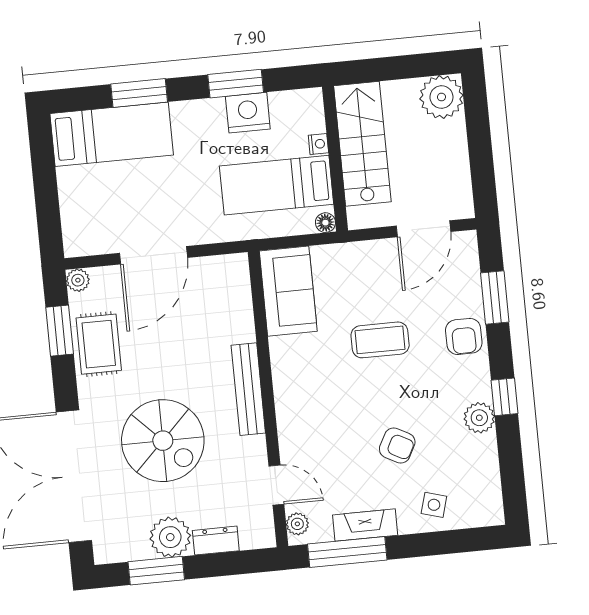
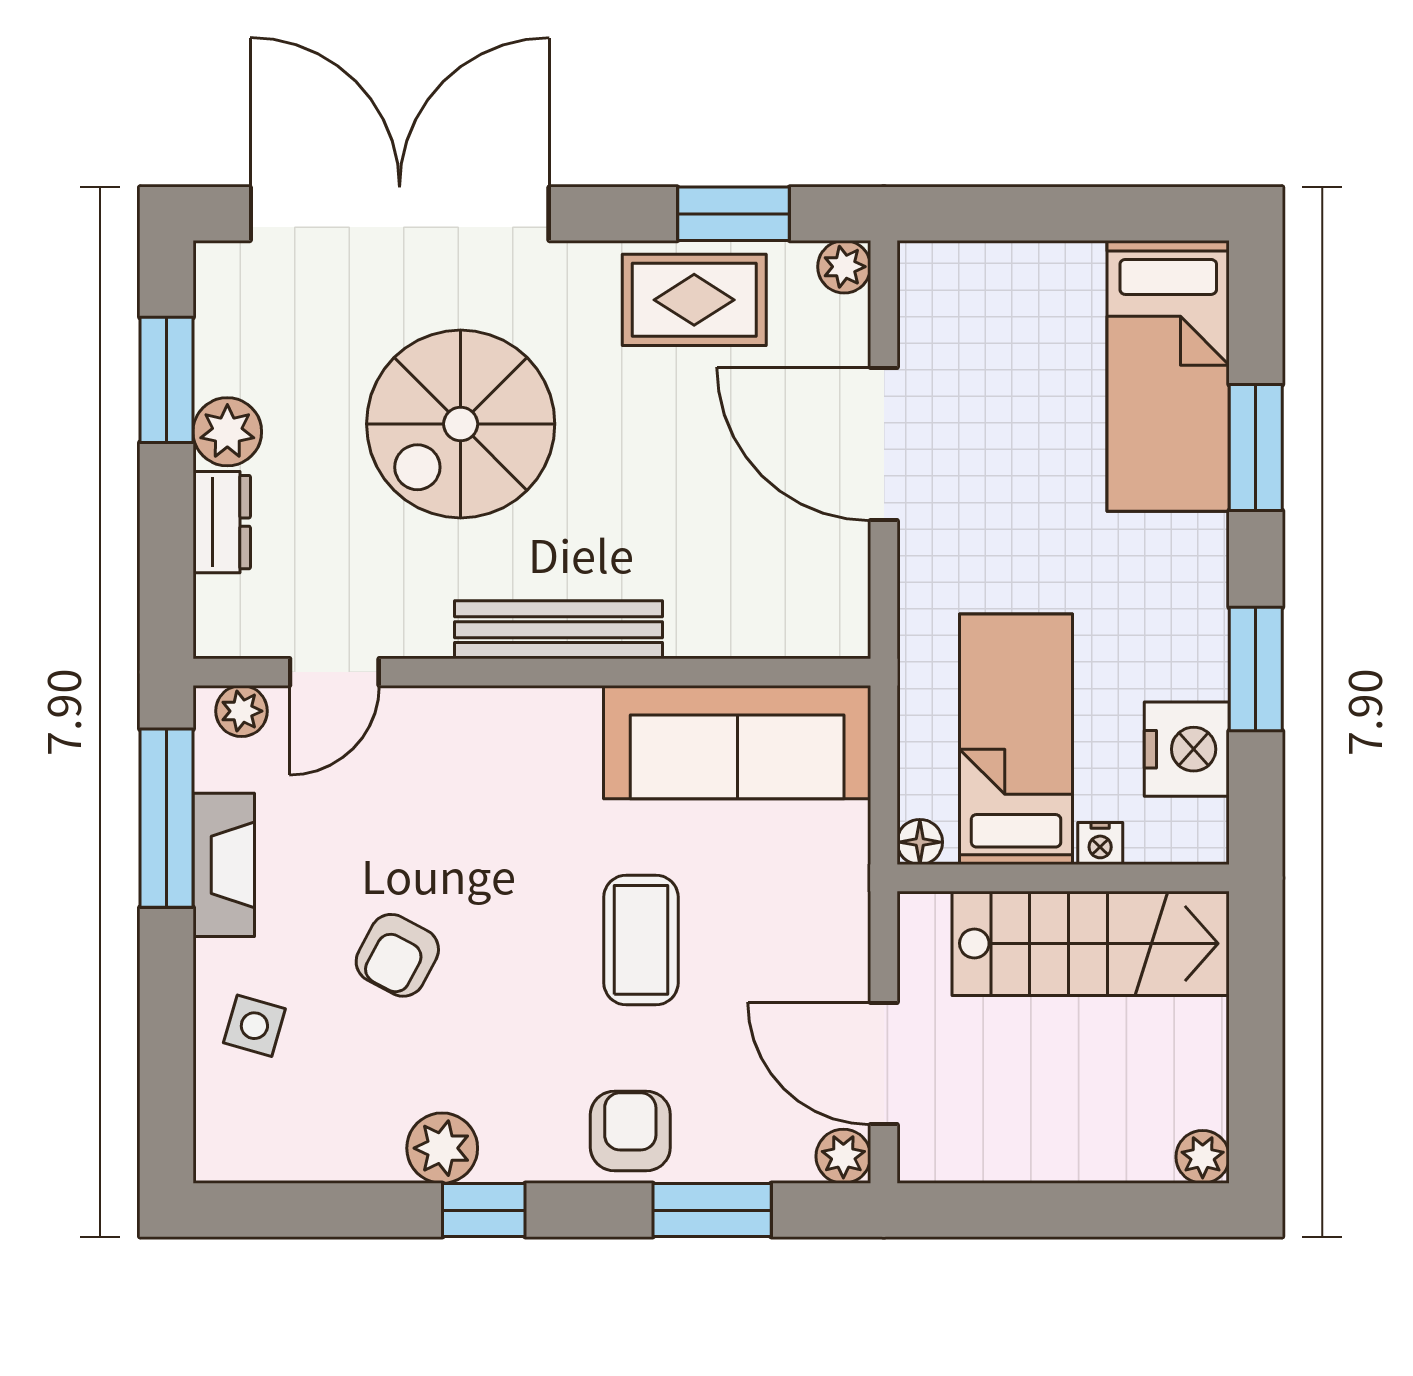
plant: (441, 97) -> (1203, 1157), width x0.53, depth x0.53
nightstand: (248, 113) -> (1187, 749), moved
plant: (466, 243) -> (843, 1156), added
sofa: (288, 291) -> (737, 742), width x1.36
armchair: (464, 336) -> (630, 1131), turned 90
plant: (170, 537) -> (227, 432), width x0.73, depth x0.73

